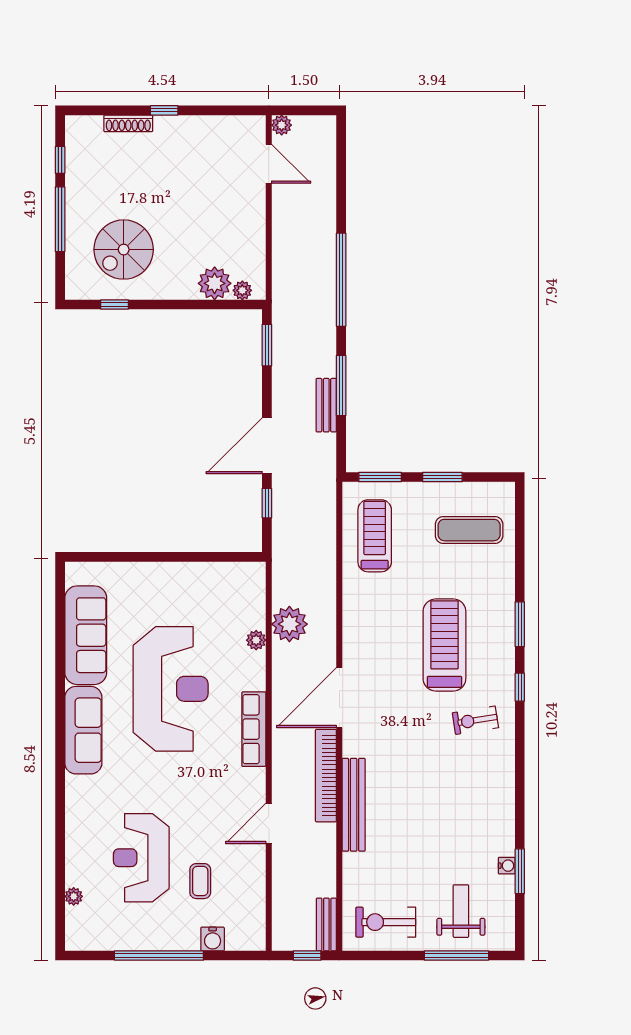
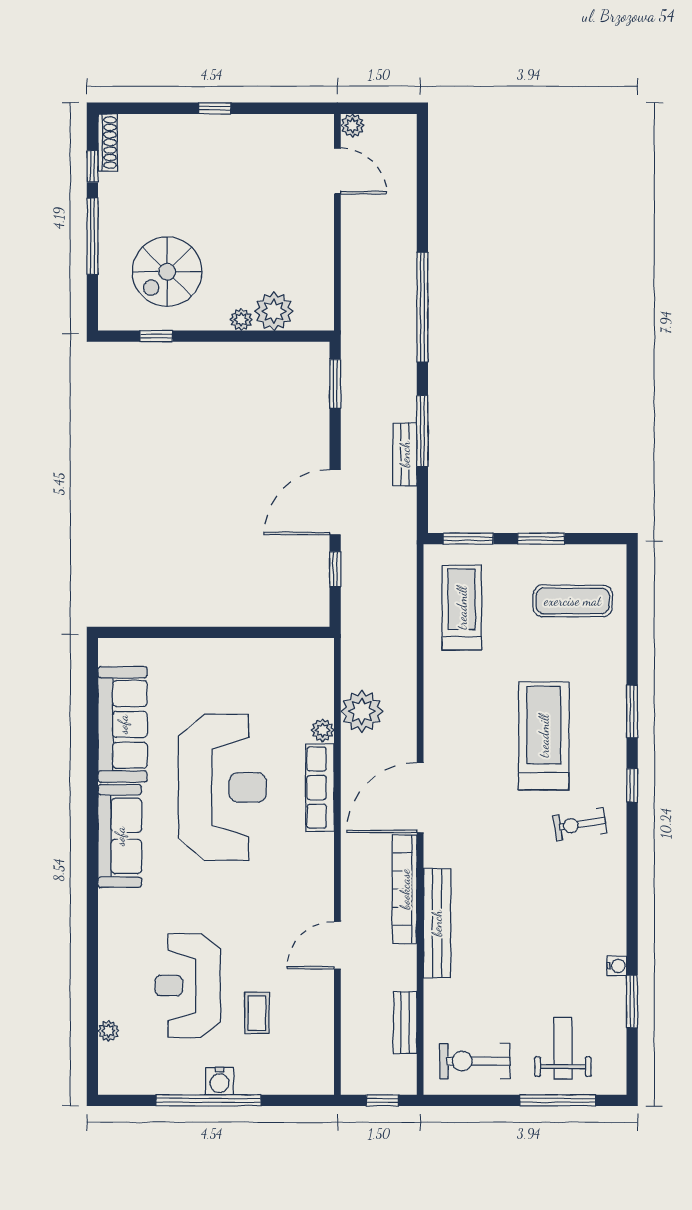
shoe rack: (128, 123) -> (108, 142), moved, turned -90
plant: (242, 290) -> (241, 320), moved
row of seats: (254, 729) -> (320, 788), moved
water cooler: (507, 866) -> (617, 966), moved
bench: (326, 924) -> (405, 1023), moved
water cooler: (213, 939) -> (220, 1081), moved

